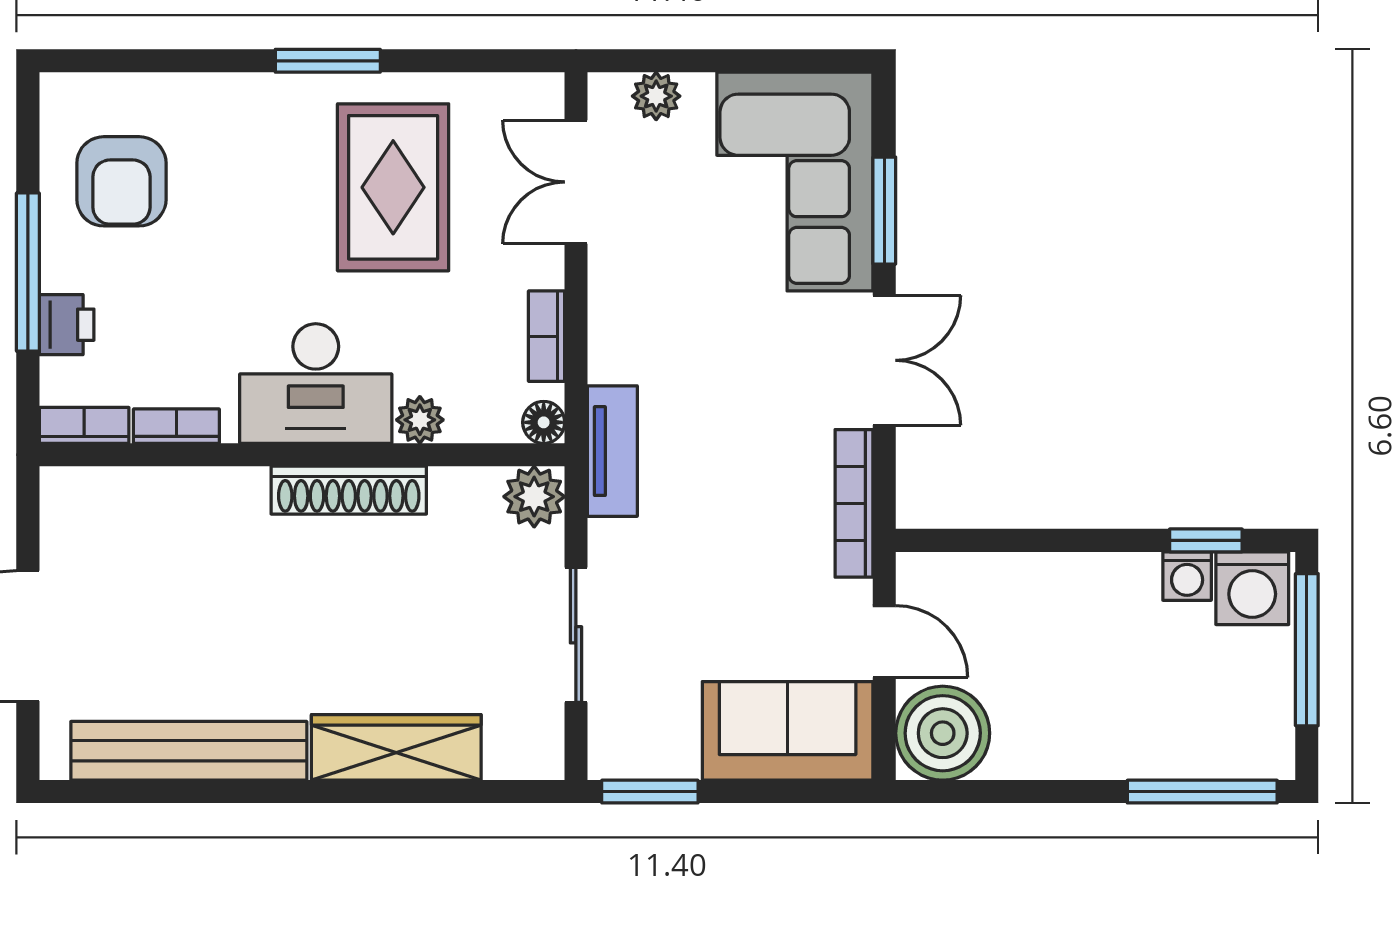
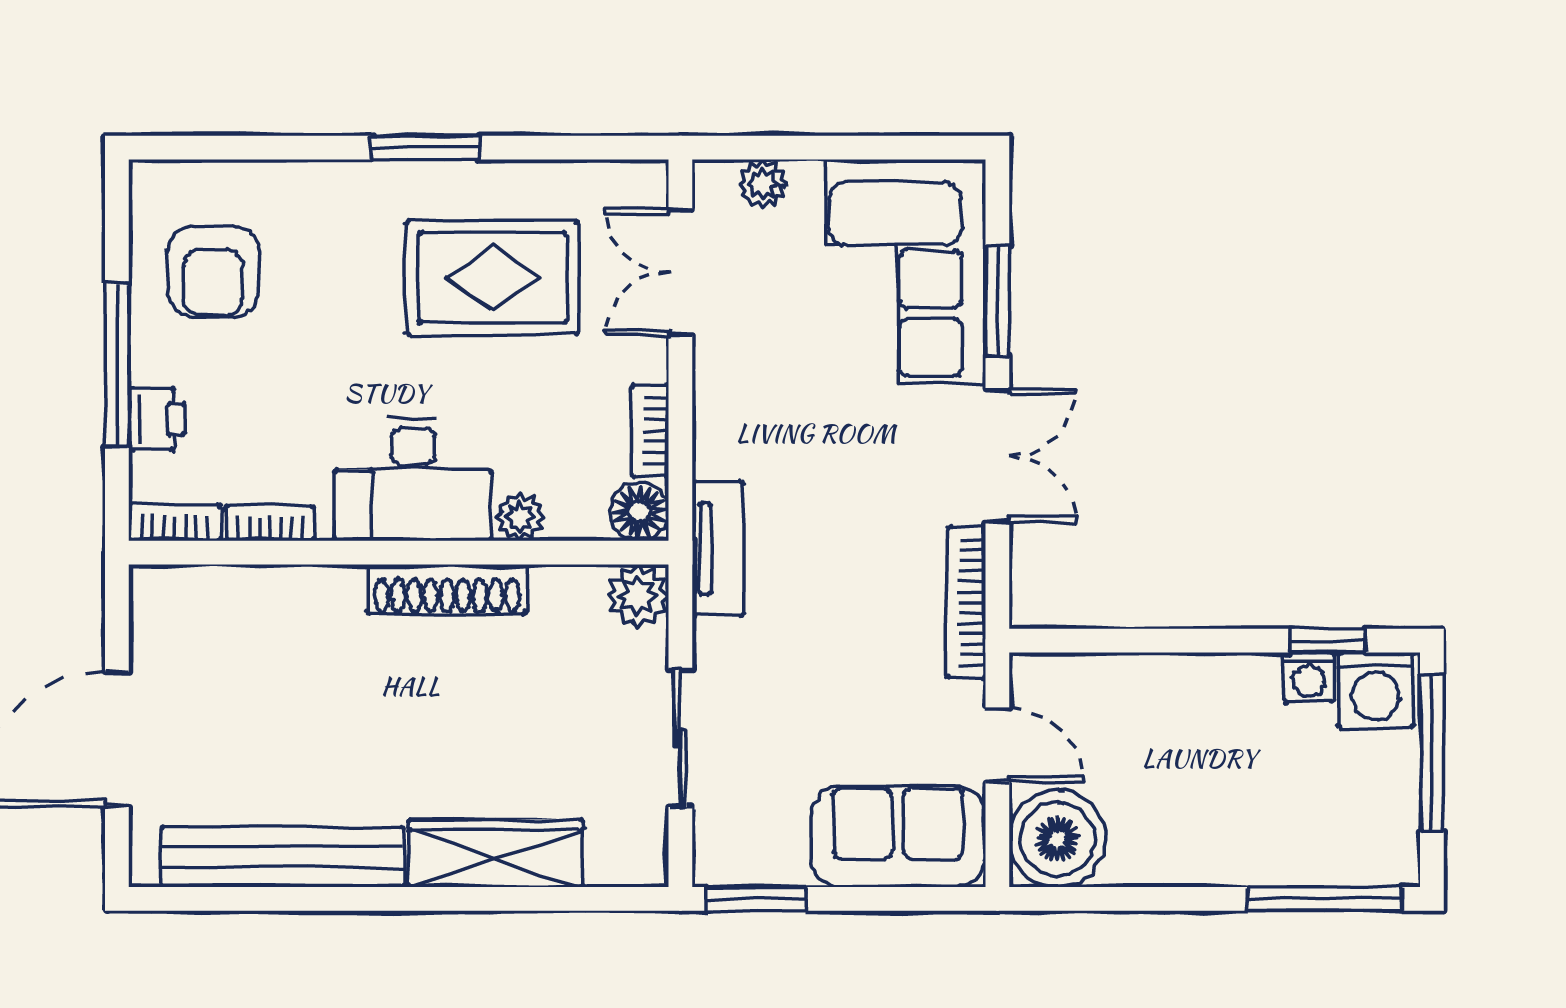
rug: (393, 187) -> (492, 278), turned 90
floor lamp: (544, 422) -> (639, 511), width x1.37, depth x1.37

